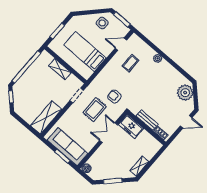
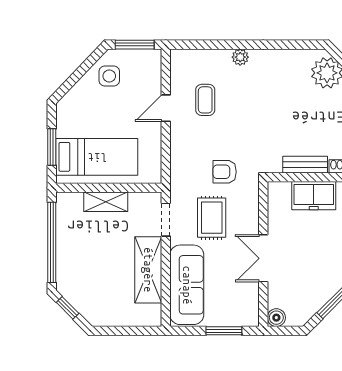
door: (121, 44) -> (166, 108), moved
bed: (85, 51) -> (97, 157), moved, turned 180
shelving: (46, 118) -> (148, 270), moved
freezer: (131, 127) -> (314, 196), moved
double door: (109, 133) -> (263, 258), moved
sofa: (68, 147) -> (187, 285), moved, turned 90

